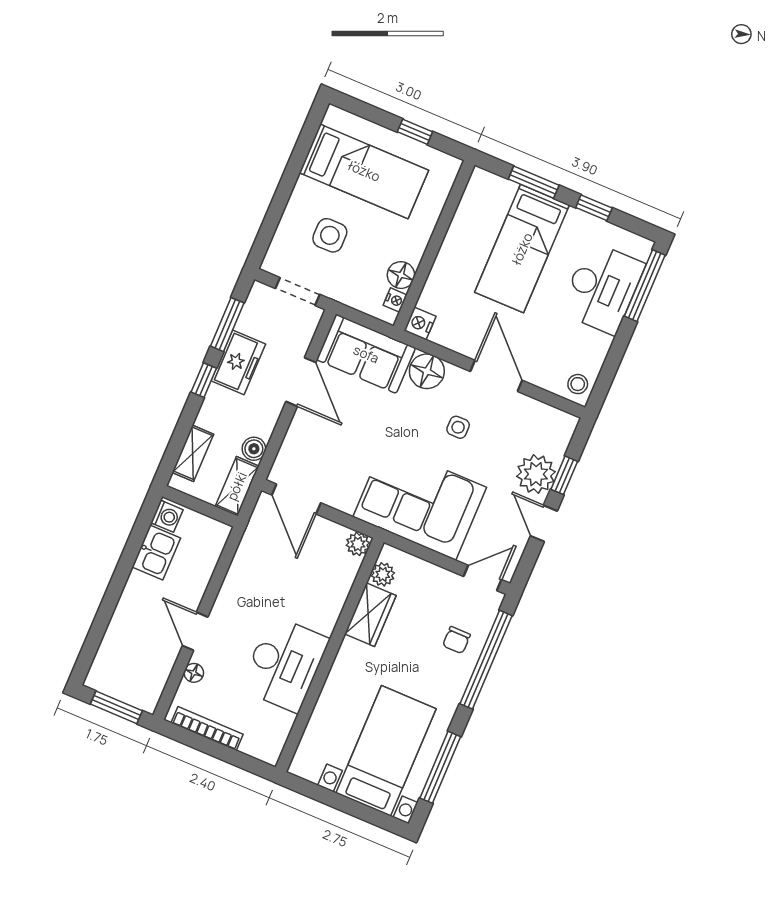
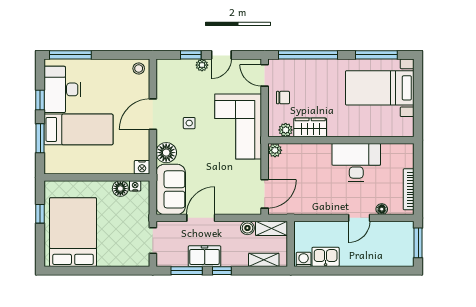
bed: (364, 171) -> (73, 232), width x1.50
side table: (330, 235) -> (115, 236), removed
desk: (602, 288) -> (62, 89), moved, turned -90
plant: (536, 474) -> (202, 65), width x0.53, depth x0.53
chair: (456, 640) -> (283, 98), moved

